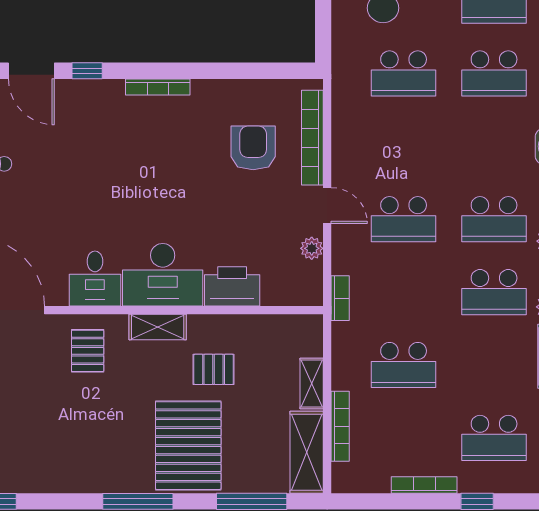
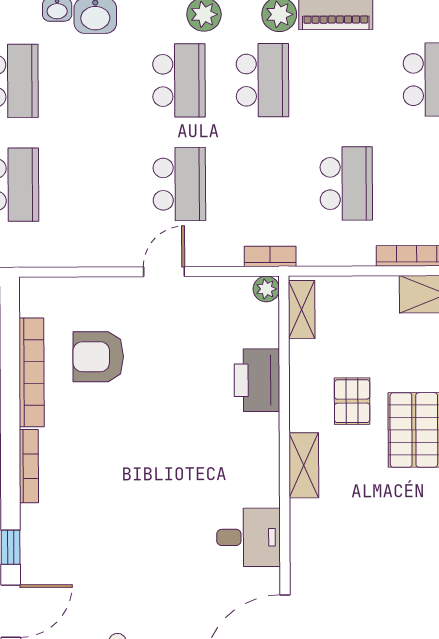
bookcase: (312, 138) -> (31, 372), moved, turned -90
plant: (312, 248) -> (266, 289), moved
desk: (163, 275) -> (244, 460), removed
pallet: (88, 351) -> (331, 545), removed
shelving: (312, 384) -> (302, 310), moved, turned 90

